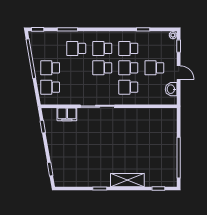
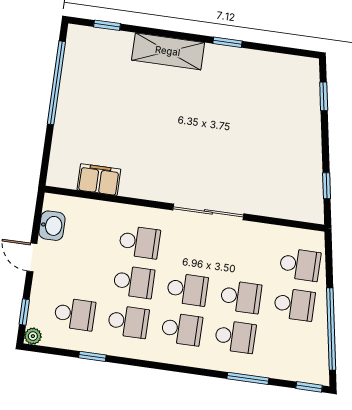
school desk: (76, 68) -> (241, 297), added
school desk: (154, 68) -> (75, 314), moved
filing cabinet: (67, 114) -> (99, 179), moved

